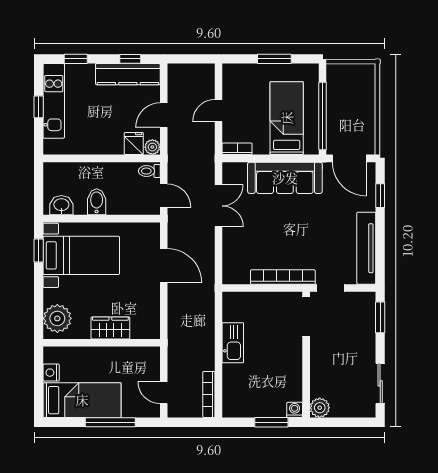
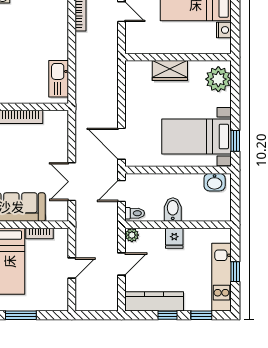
window: (130, 59) -> (167, 315), moved
fridge: (134, 143) -> (174, 238), moved
bookcase: (237, 149) -> (40, 234), moved
door: (164, 196) -> (121, 191), hinge flipped
bidet: (97, 202) -> (173, 209), moved, turned 180
door: (164, 266) -> (121, 144), moved
kitchen sink: (233, 343) -> (59, 79), moved

